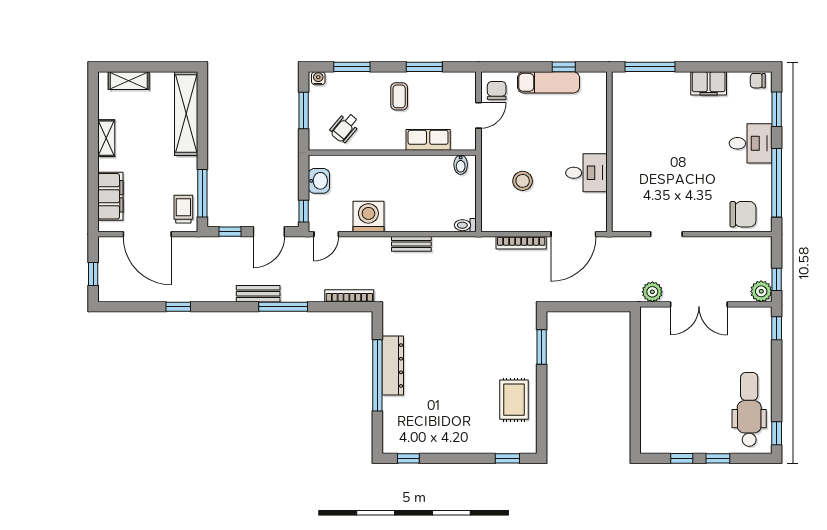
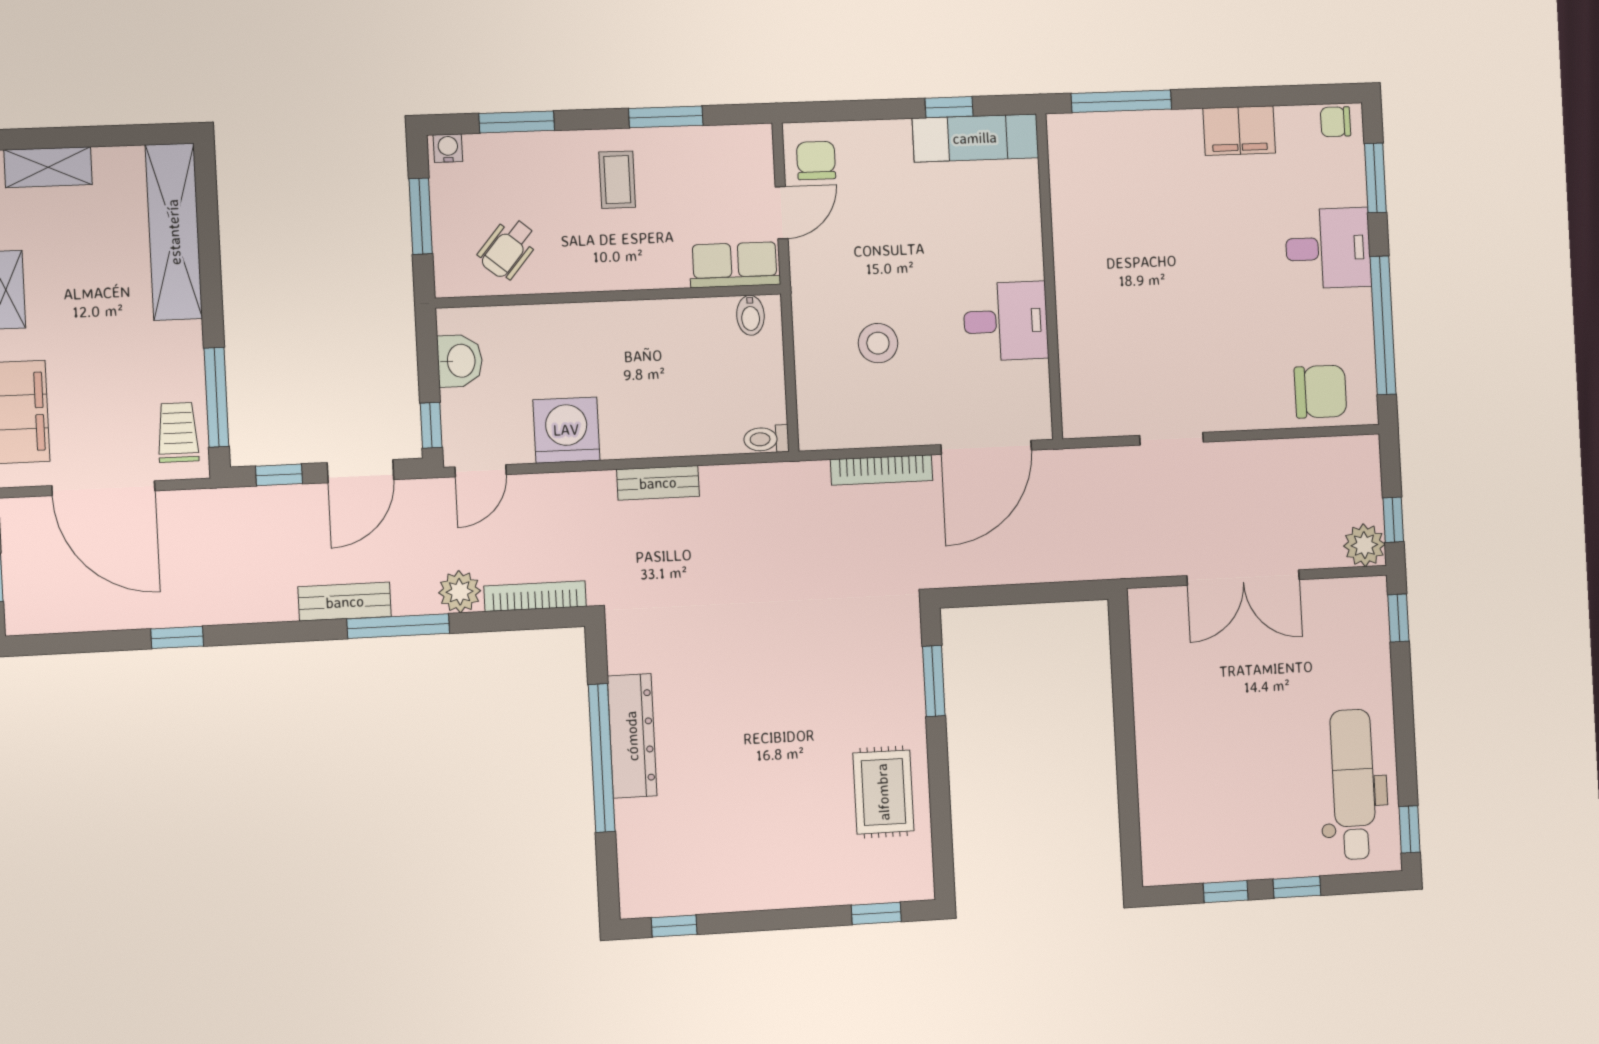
exam couch: (549, 82) -> (975, 138), moved
row of seats: (428, 140) -> (735, 265), moved
plant: (652, 292) -> (460, 592), moved

